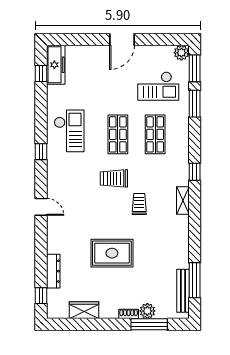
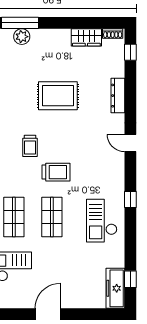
dresser: (53, 271) -> (118, 96), moved
shoe rack: (129, 314) -> (113, 34), moved

